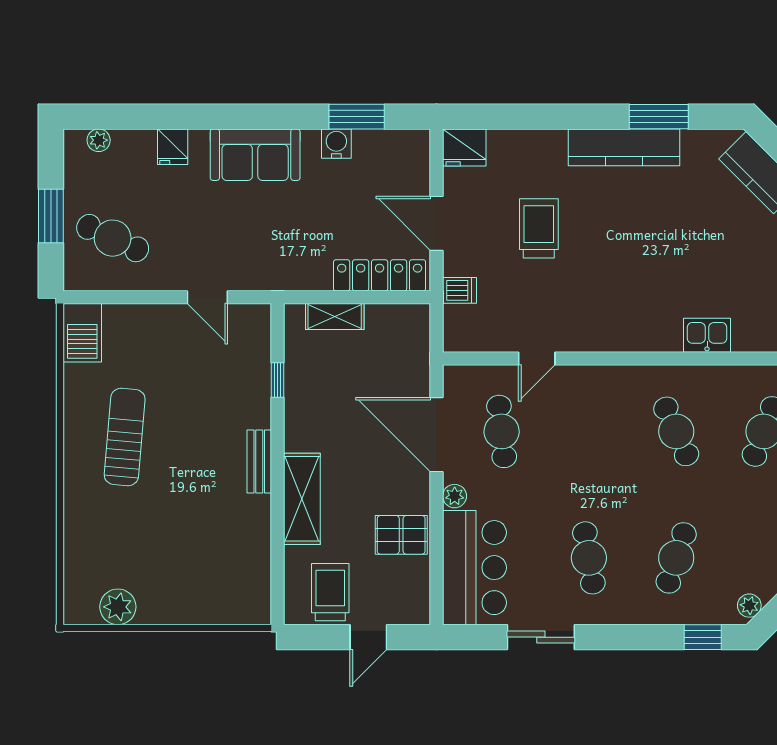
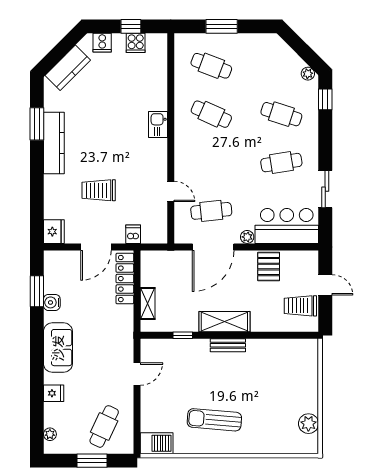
kitchen sink: (707, 335) -> (158, 125), moved
cafe table: (676, 431) -> (211, 114), turned 48
shelving: (302, 499) -> (224, 322), moved

